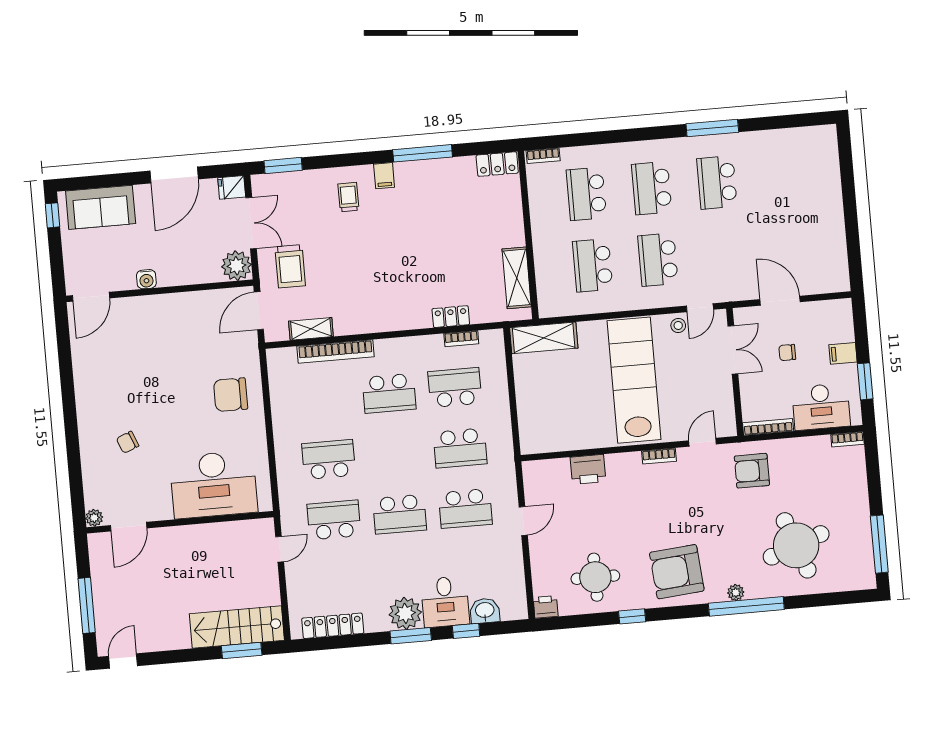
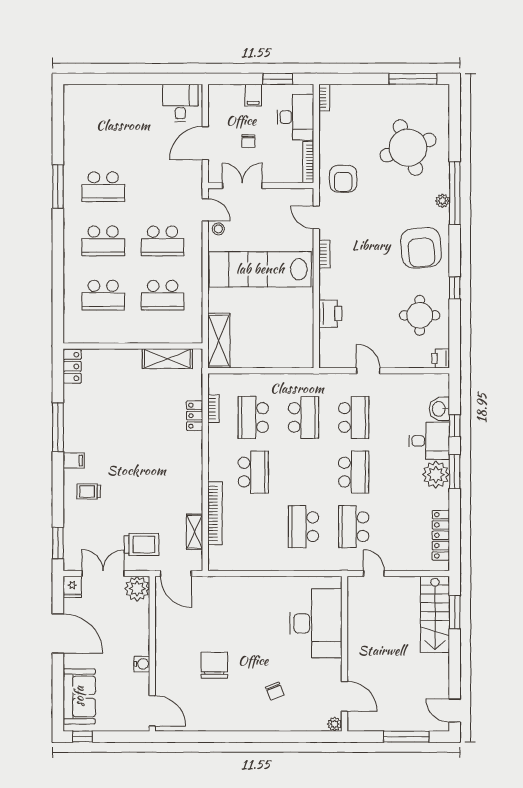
bookcase: (543, 156) -> (69, 328), removed
desk: (826, 267) -> (180, 103), added
chair: (231, 395) -> (214, 665), moved, turned 180

